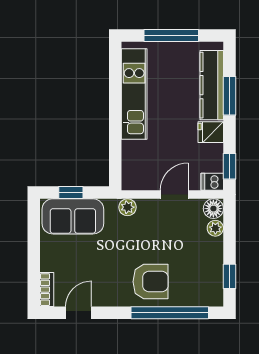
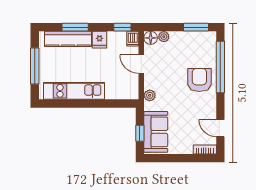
window: (229, 276) -> (196, 27), width x1.50

